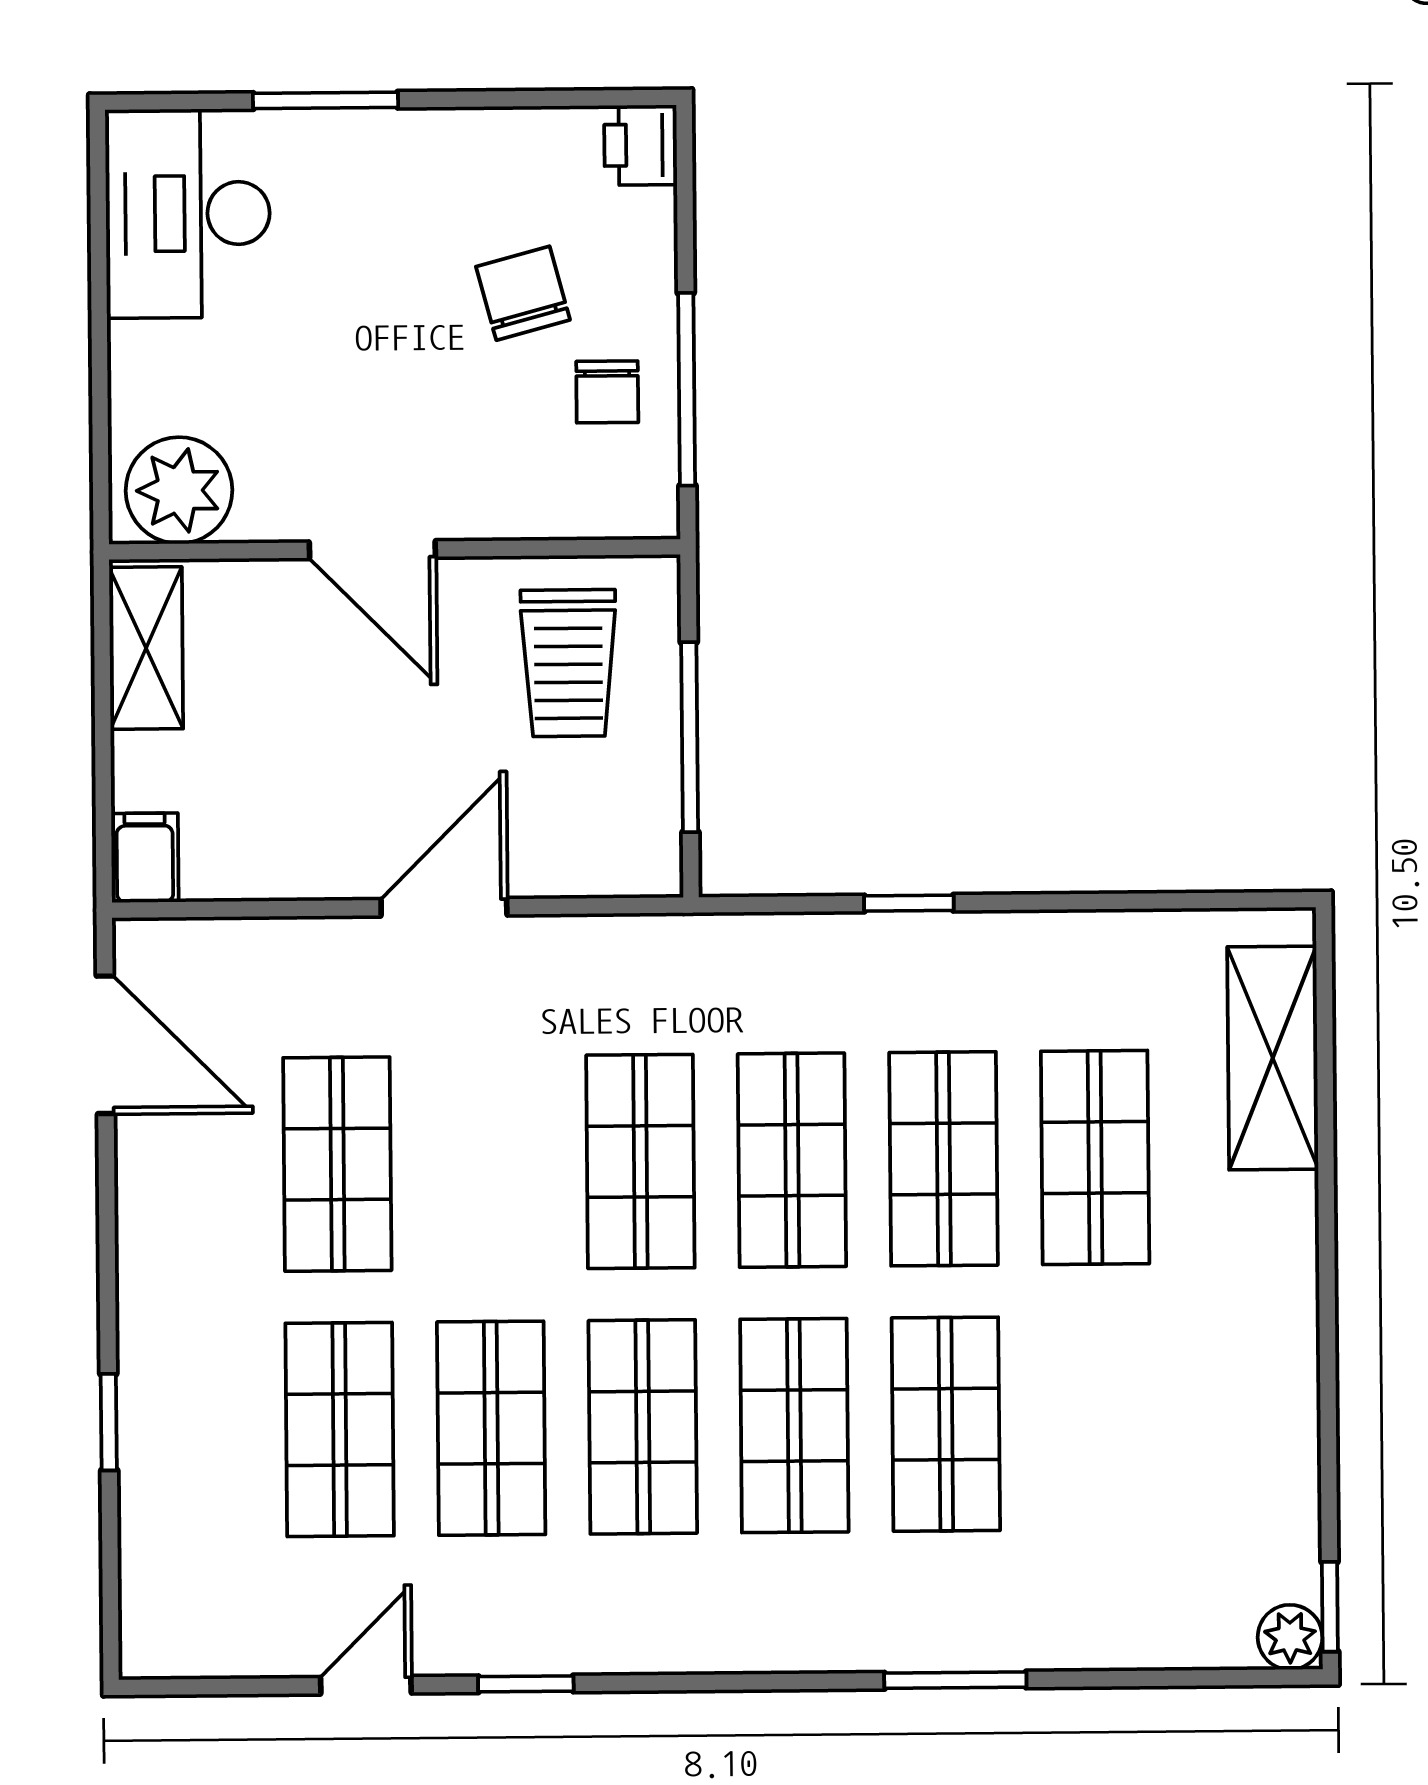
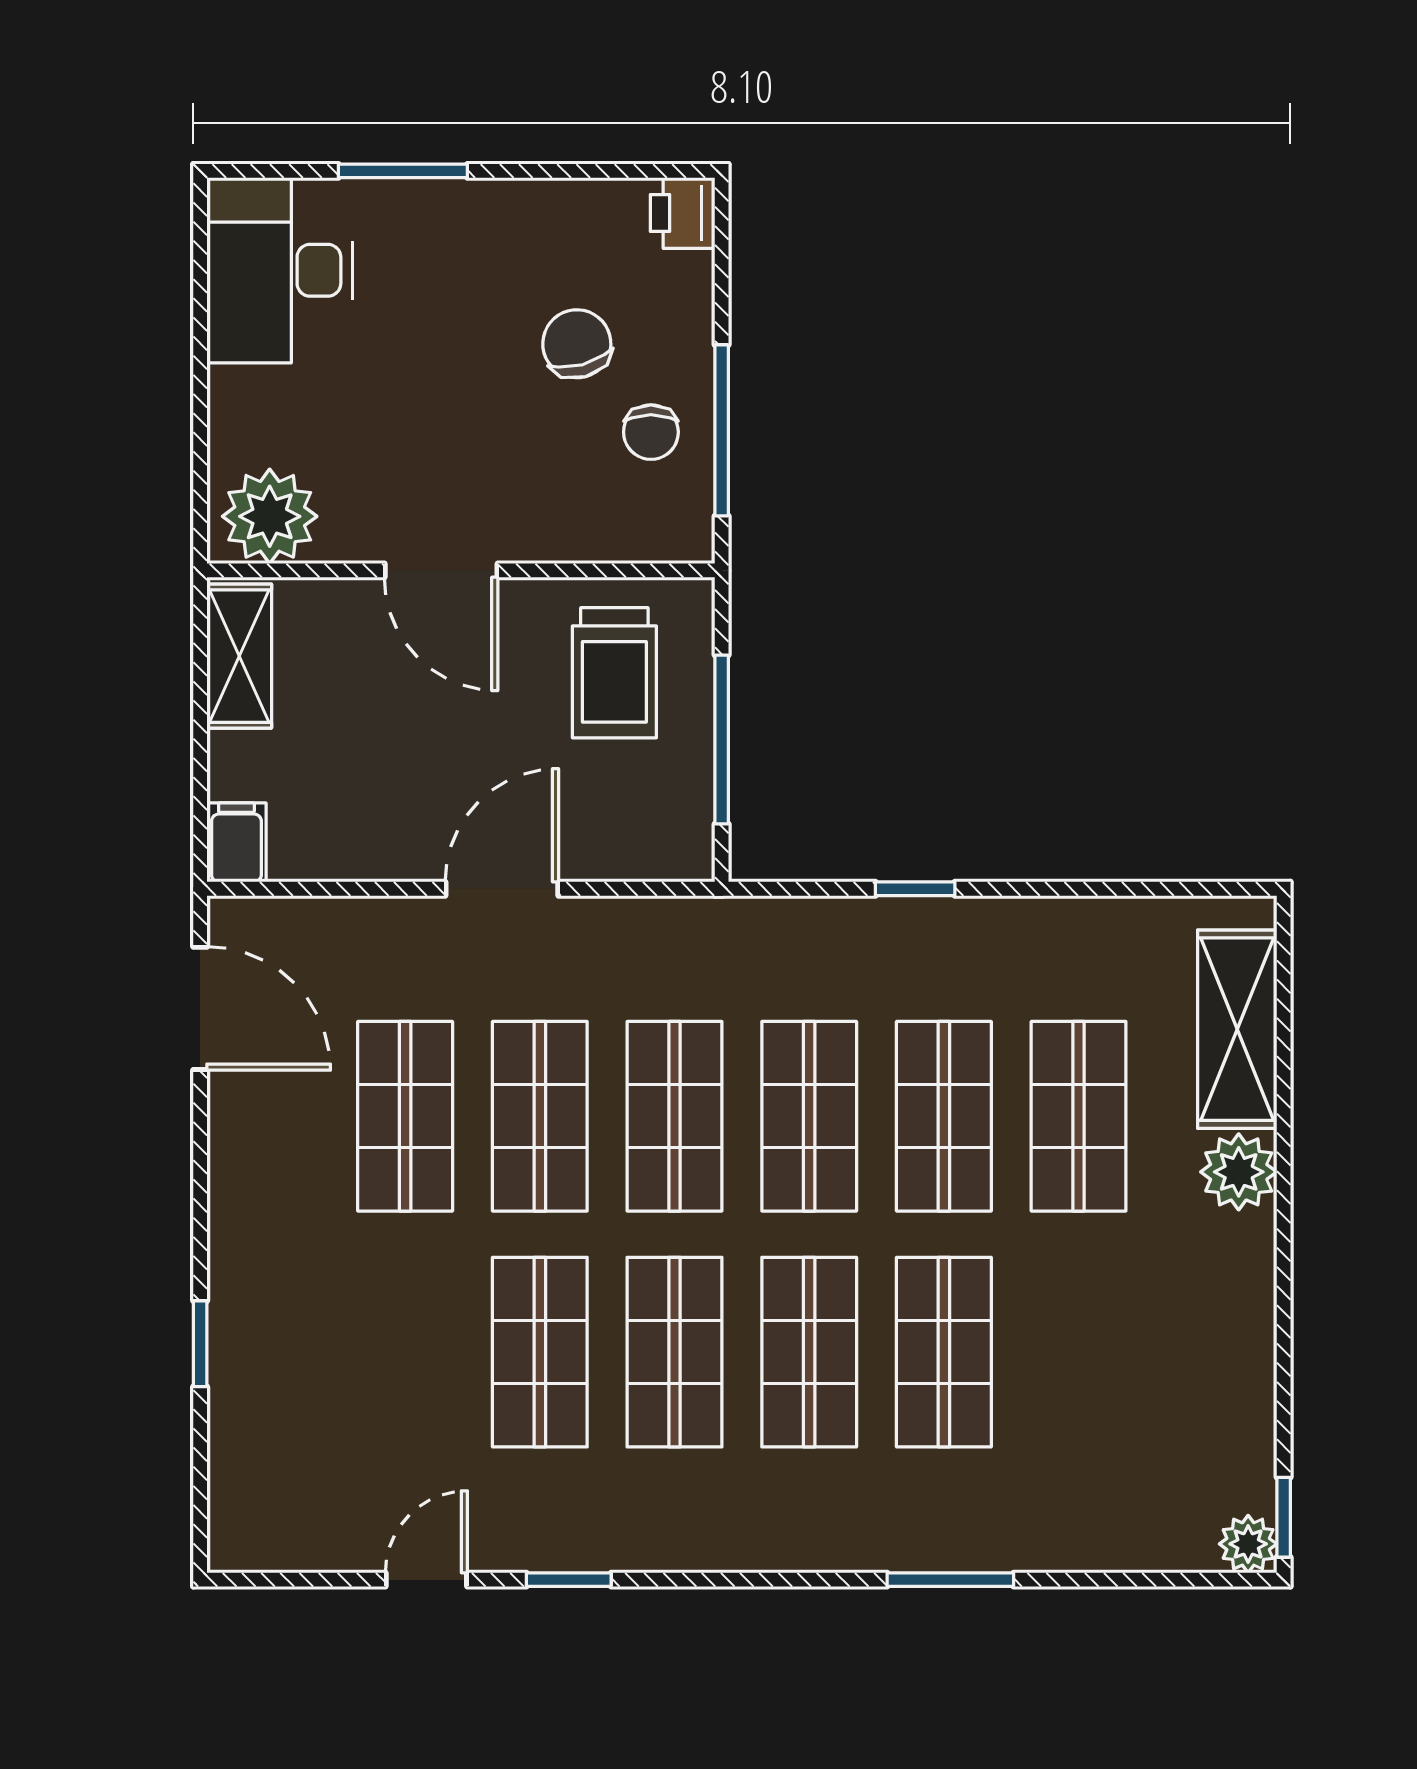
plant: (1276, 1219) -> (1239, 1172), added
shop shelf: (340, 1430) -> (540, 1116), moved

